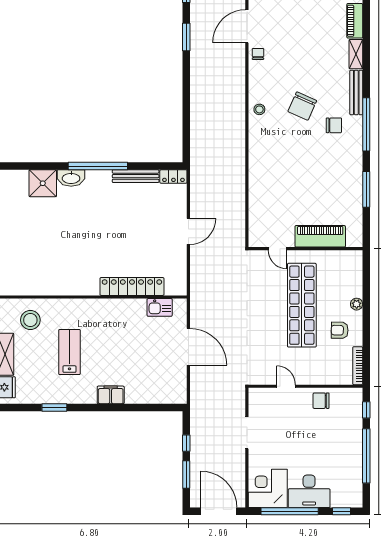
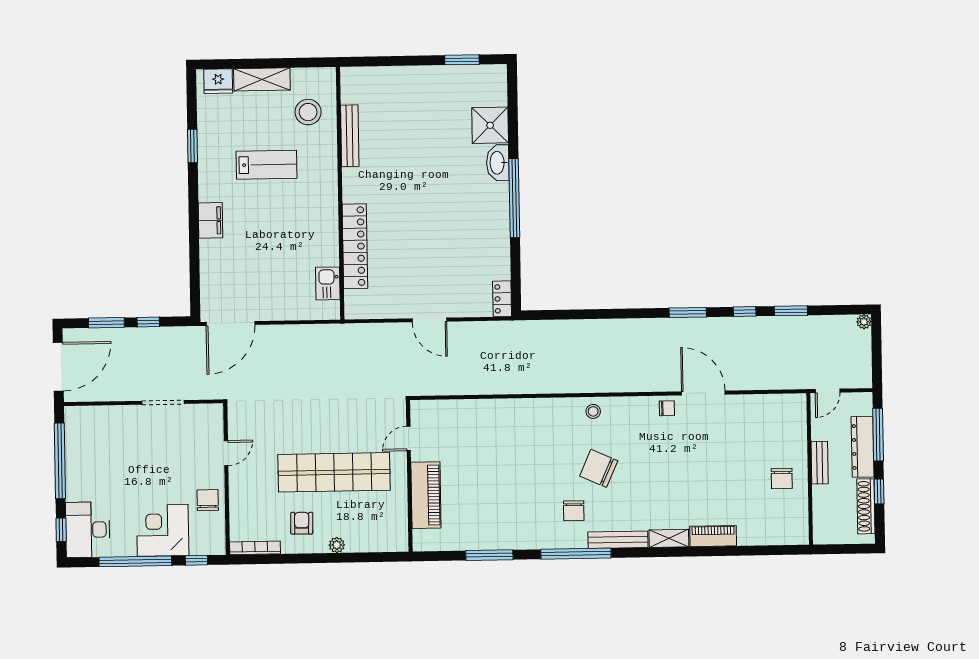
bench: (136, 176) -> (350, 136), moved
door: (188, 347) -> (231, 323), moved
corner desk: (268, 488) -> (163, 530), moved, turned -90
desk: (309, 491) -> (88, 530), moved

